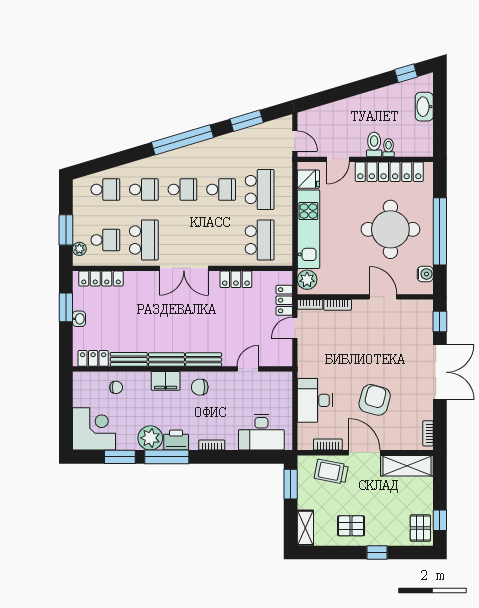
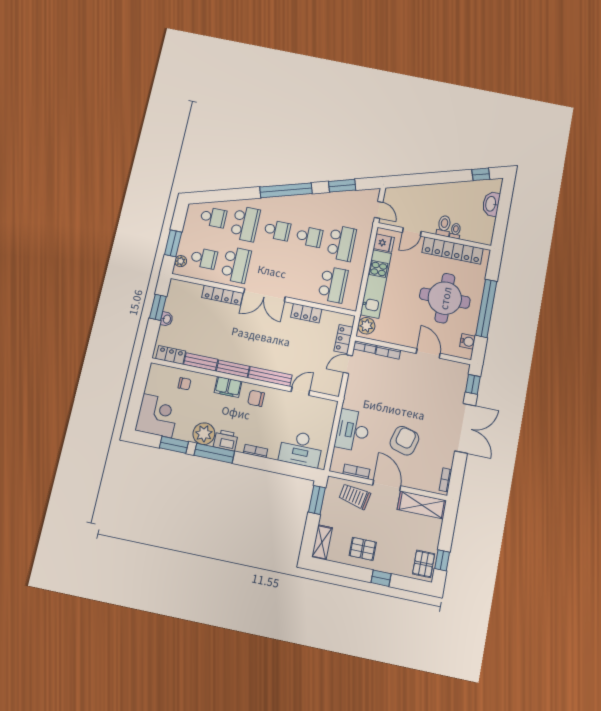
school desk: (144, 190) -> (245, 224), width x1.85
locker: (101, 278) -> (222, 295), moved
bench: (204, 360) -> (270, 376), width x1.36

